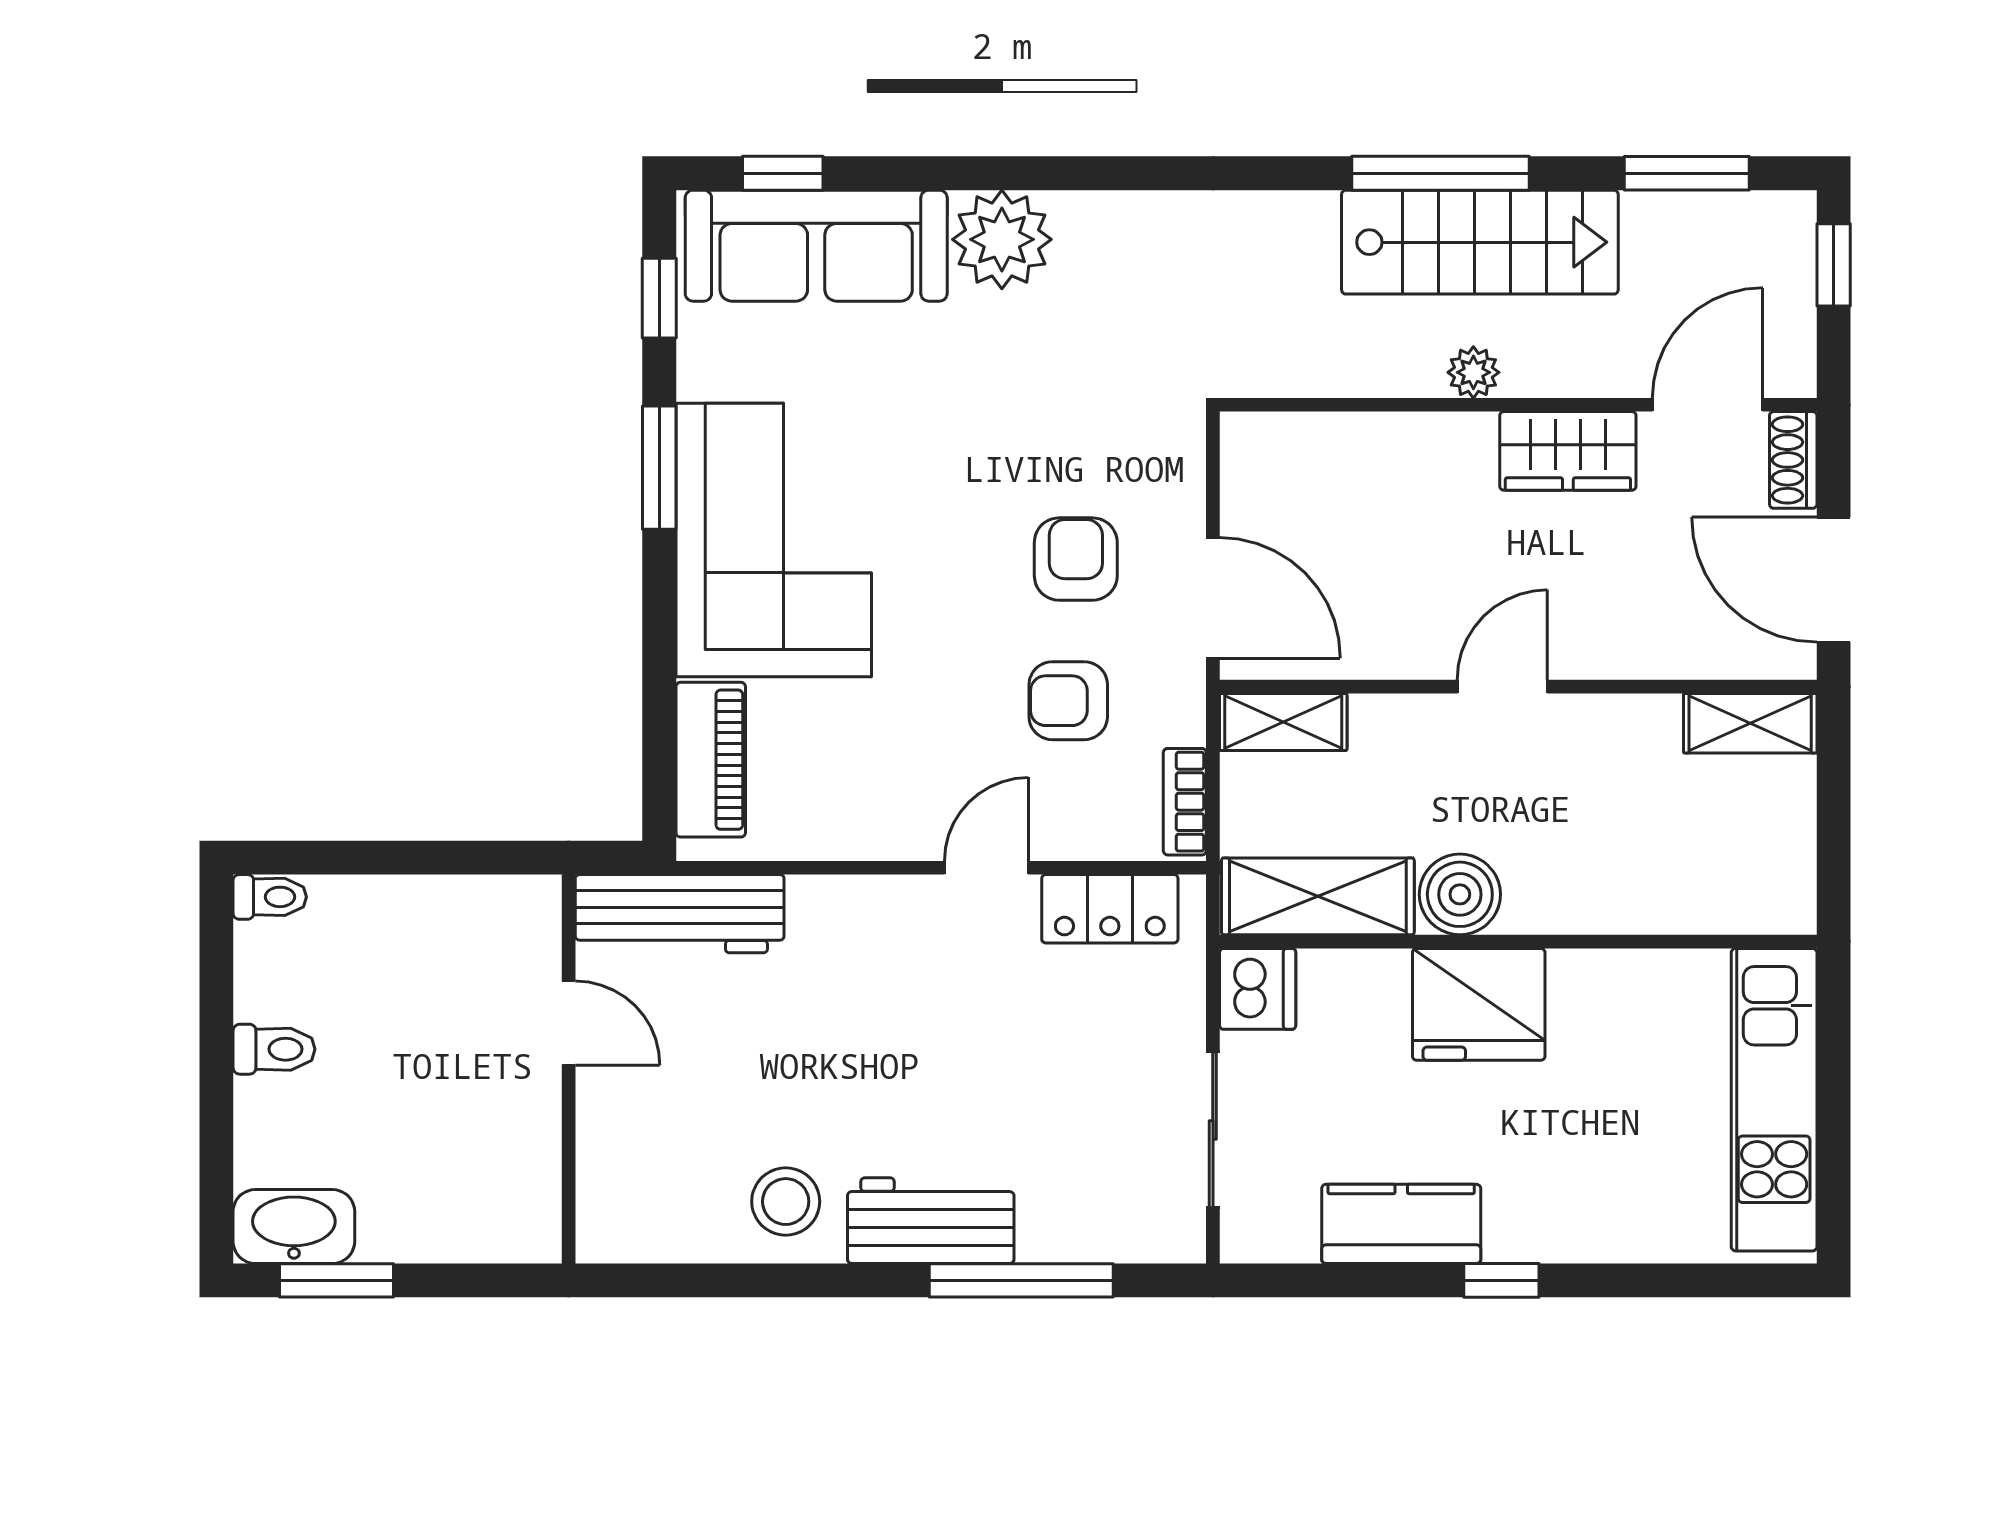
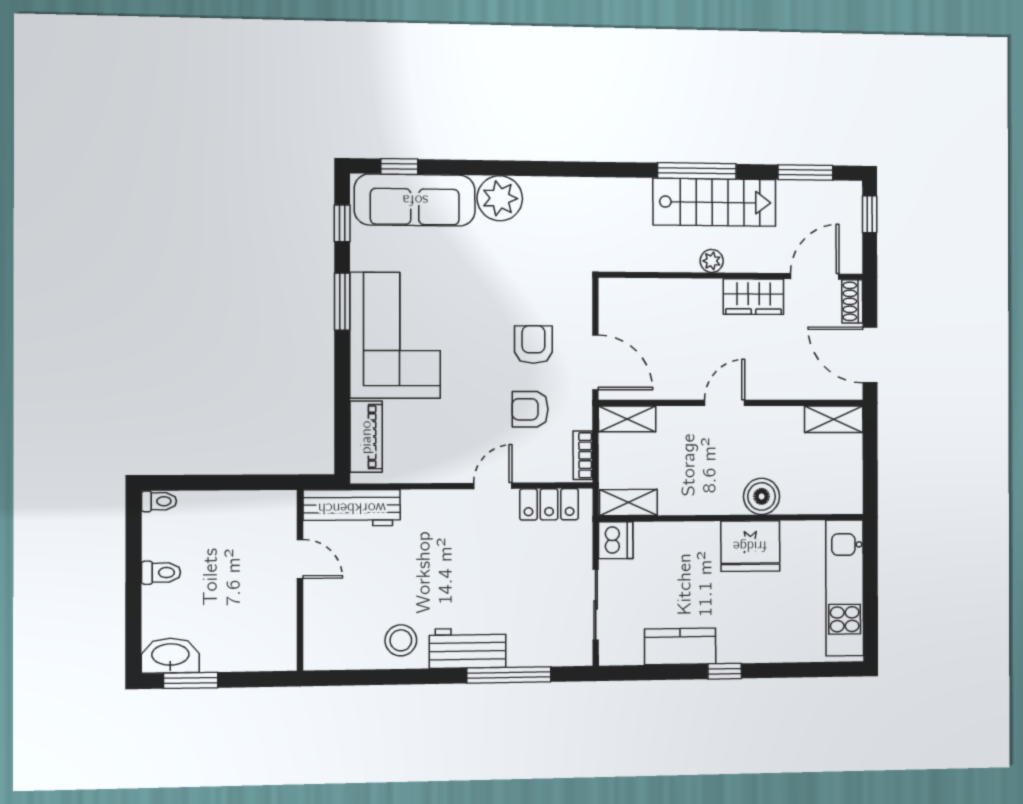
boiler: (1460, 894) -> (762, 496), moved
shelving: (1318, 896) -> (628, 503), width x0.67, depth x0.75
fridge: (1479, 1004) -> (750, 546), moved

